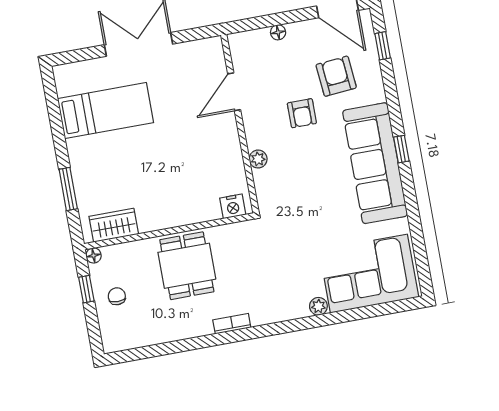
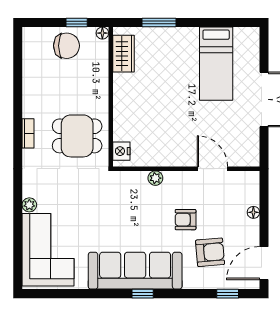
dining table: (187, 266) -> (77, 136), moved
chair: (117, 296) -> (67, 46), width x1.87, depth x1.87

